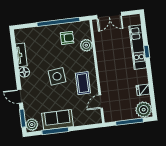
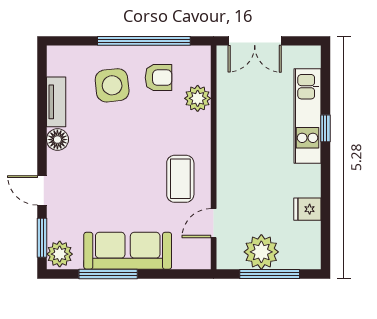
side table: (57, 76) -> (112, 85), moved
plant: (144, 110) -> (261, 252), moved
sofa: (58, 120) -> (128, 251), width x1.36

